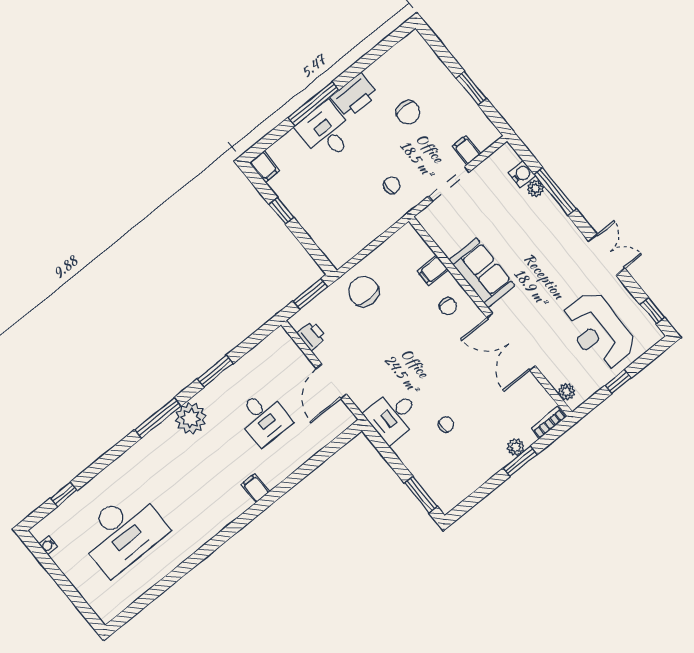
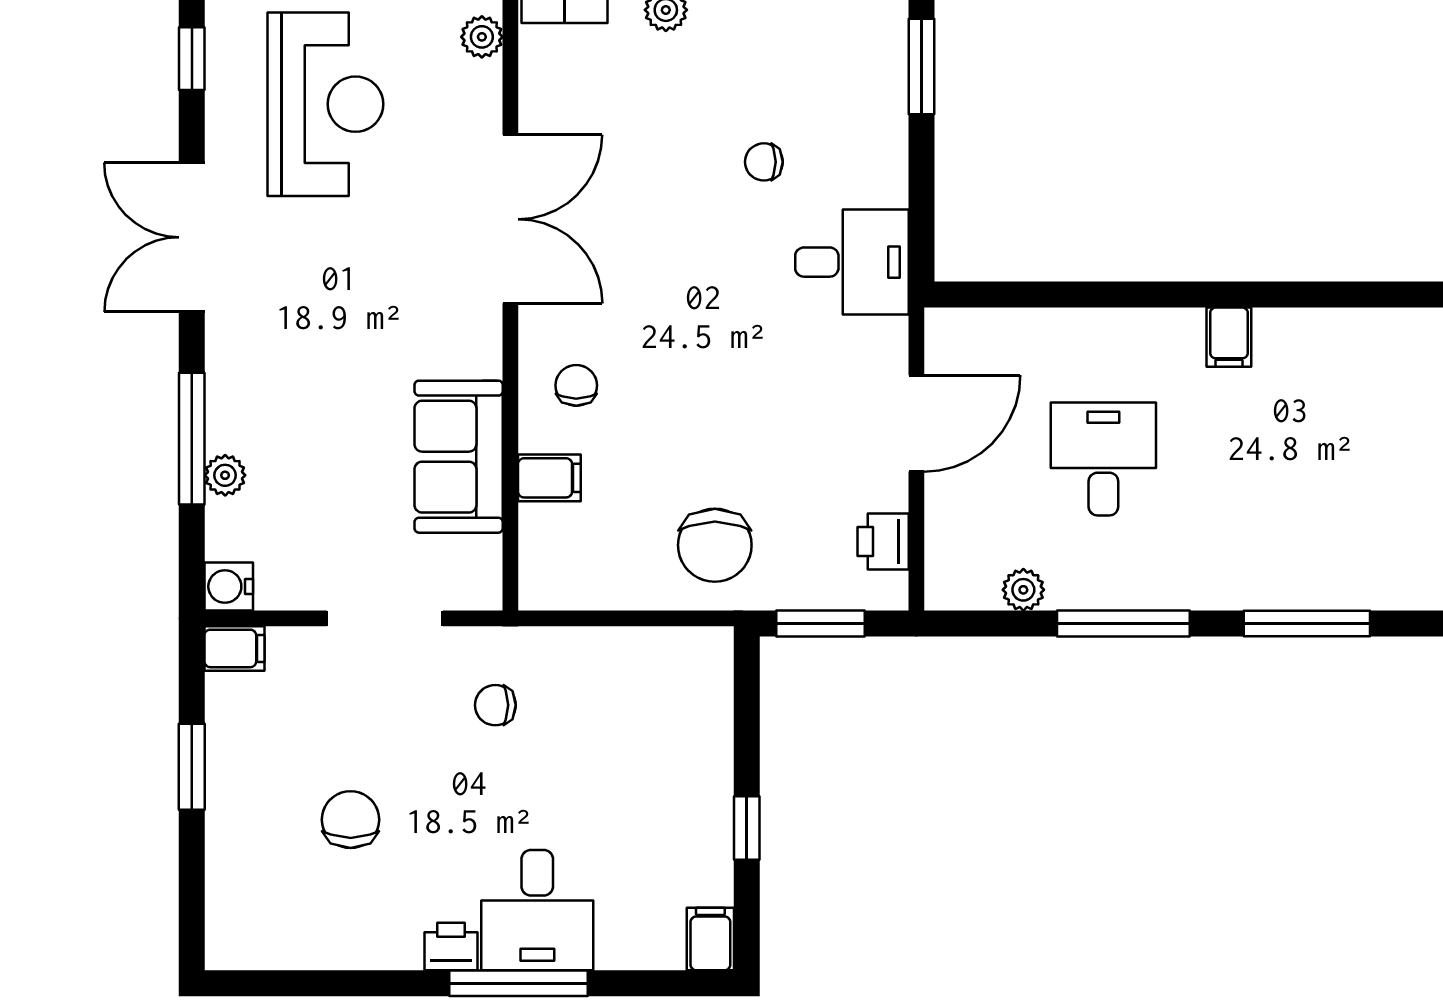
printer: (354, 96) -> (451, 946), width x0.53, depth x0.68
filing cabinet: (467, 150) -> (235, 648), moved, turned -90
water cooler: (522, 174) -> (229, 587), moved
double door: (607, 255) -> (192, 237), width x1.37
sofa: (482, 273) -> (459, 457), moved
window: (215, 371) -> (1123, 623), width x1.44
plant: (191, 418) -> (1023, 590), moved, width x0.53, depth x0.53

